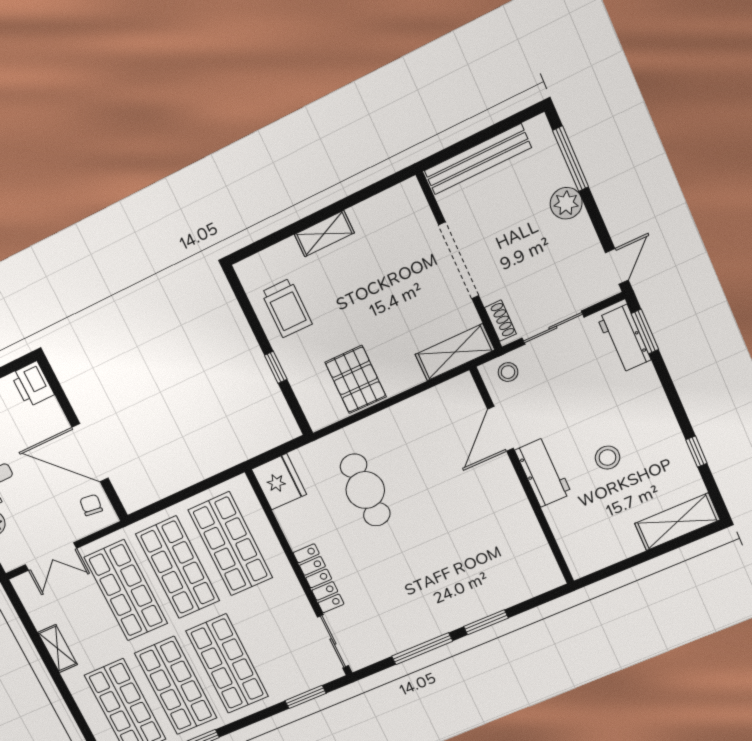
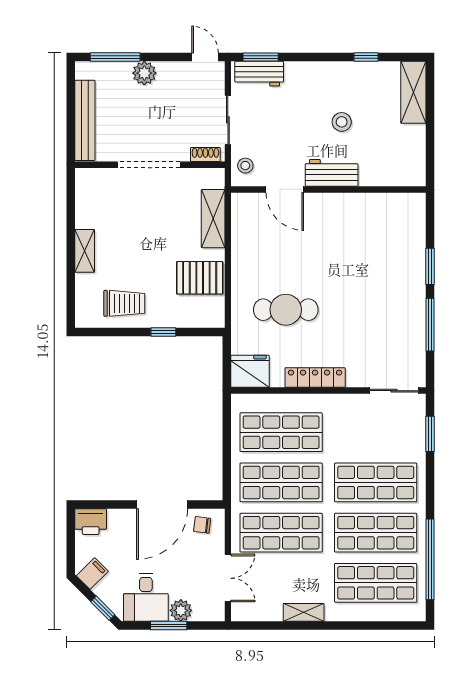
shelving: (455, 352) -> (213, 219), moved
locker: (319, 578) -> (315, 378), moved

